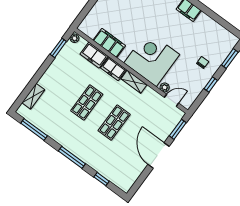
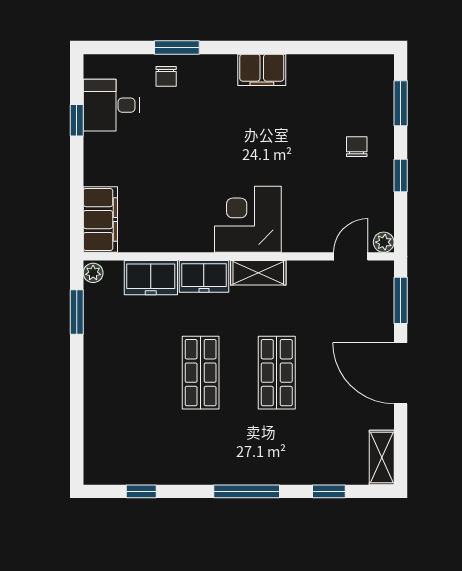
filing cabinet: (109, 43) -> (100, 220), moved, turned 90
corner desk: (152, 59) -> (248, 219), width x0.74, depth x0.74
plant: (165, 87) -> (384, 242), moved
shelving: (33, 96) -> (382, 458), moved
window: (34, 130) -> (141, 491), width x0.46

